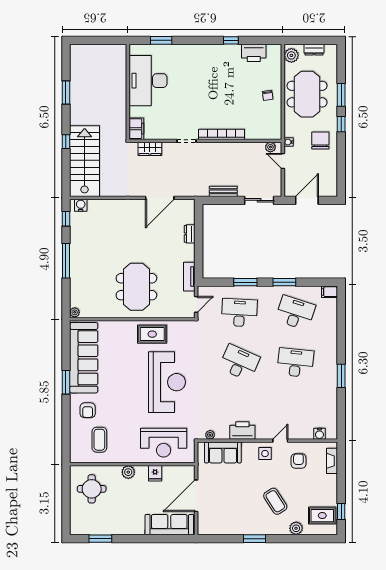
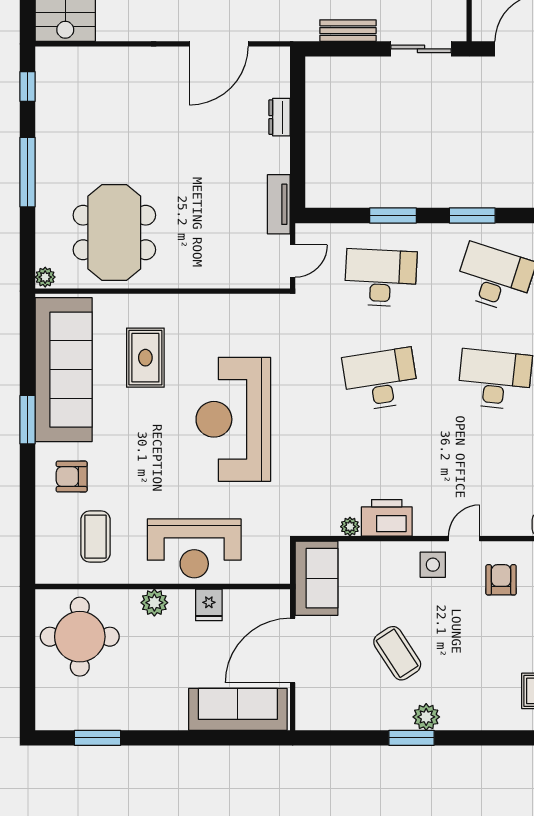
water cooler: (81, 205) -> (58, 59), removed
meeting table: (136, 287) -> (114, 232), moved
rug: (152, 334) -> (145, 358), moved, turned 90
desk: (239, 363) -> (381, 380), turned -33
reception desk: (167, 382) -> (233, 419), turned 180
armchair: (88, 410) -> (72, 477), turned 90
plant: (210, 435) -> (350, 527), moved
reception desk: (164, 443) -> (194, 548), moved
sofa: (223, 452) -> (317, 578), moved, turned -90
round table: (92, 489) -> (80, 637), width x1.36, depth x1.36
coffee table: (275, 501) -> (397, 653), moved
plant: (296, 528) -> (426, 717), moved

